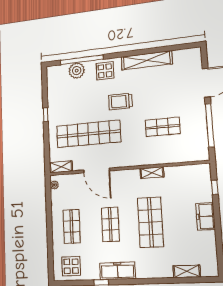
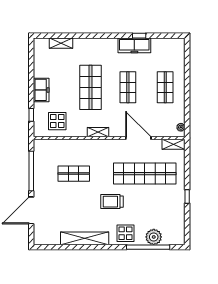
trolley: (120, 102) -> (112, 202), turned 180
shelving: (152, 173) -> (98, 132), moved
display table: (71, 266) -> (57, 121), moved
freezer: (117, 271) -> (134, 45), moved

